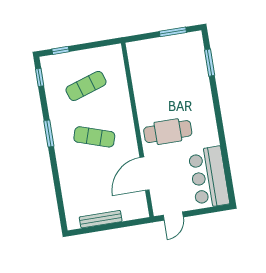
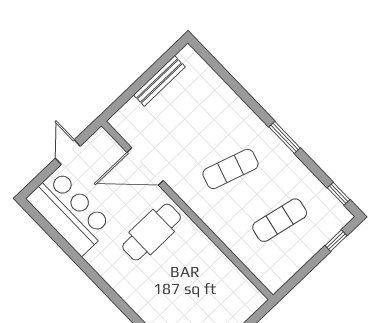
exercise mat: (86, 86) -> (280, 220), turned 30
door: (145, 174) -> (145, 166), swing flipped
door: (173, 216) -> (68, 152), moved

